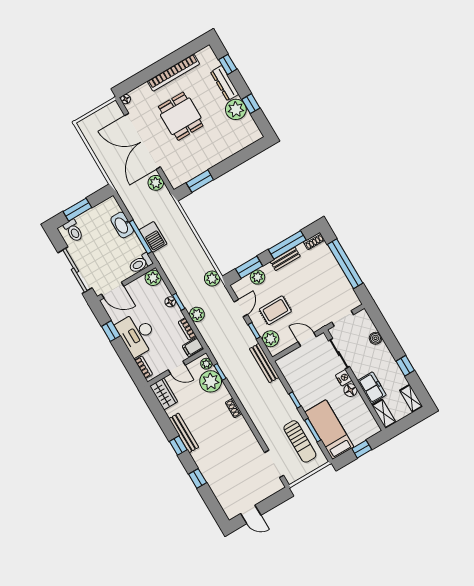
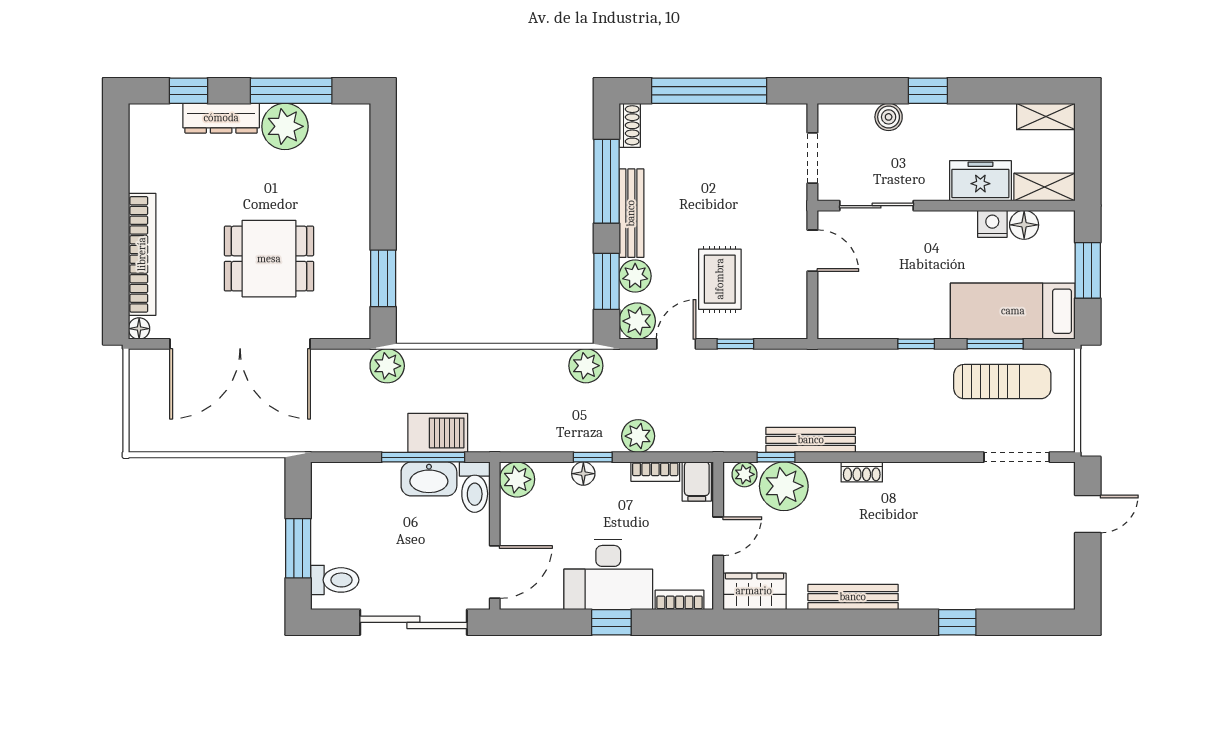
bookcase: (173, 73) -> (142, 254), moved
window: (251, 104) -> (291, 91), width x2.17
dining table: (181, 116) -> (269, 259), moved
plant: (156, 183) -> (387, 366), moved
washbasin: (122, 225) -> (429, 479), moved
bench: (285, 259) -> (631, 213), width x1.36
door: (241, 308) -> (676, 344), hinge flipped
window: (111, 331) -> (611, 622), moved
plant: (271, 339) -> (637, 321), moved
door: (307, 339) -> (812, 251), swing flipped
bench: (264, 363) -> (811, 440), moved
window: (405, 366) -> (928, 91), moved
nightstand: (344, 378) -> (992, 224), moved
floor lamp: (350, 390) -> (1024, 225), moved
window: (178, 446) -> (871, 622), removed
window: (362, 449) -> (1088, 270), width x1.50
door: (251, 514) -> (1088, 514), moved

